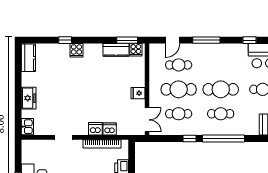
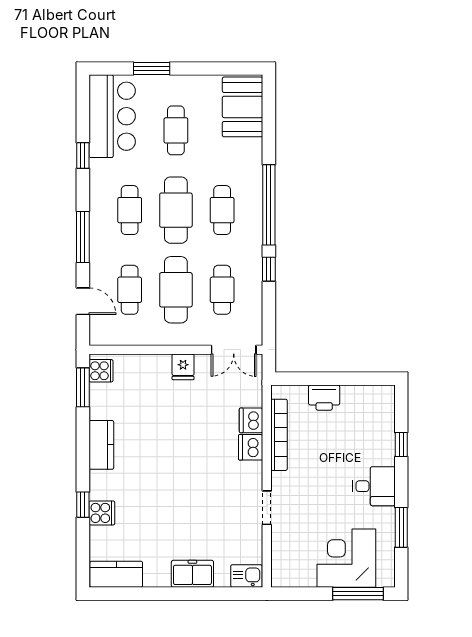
cooker: (76, 50) -> (102, 513), moved
kitchen counter: (116, 50) -> (101, 445), moved
cafe table: (221, 65) -> (130, 210), added
double door: (147, 120) -> (234, 350), swing flipped

